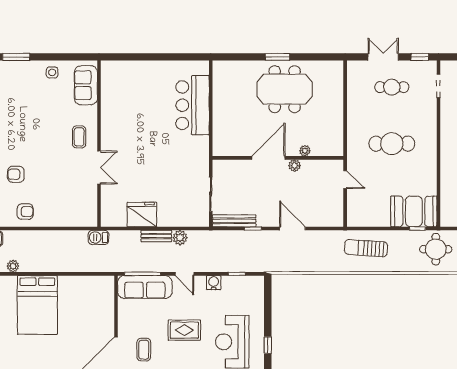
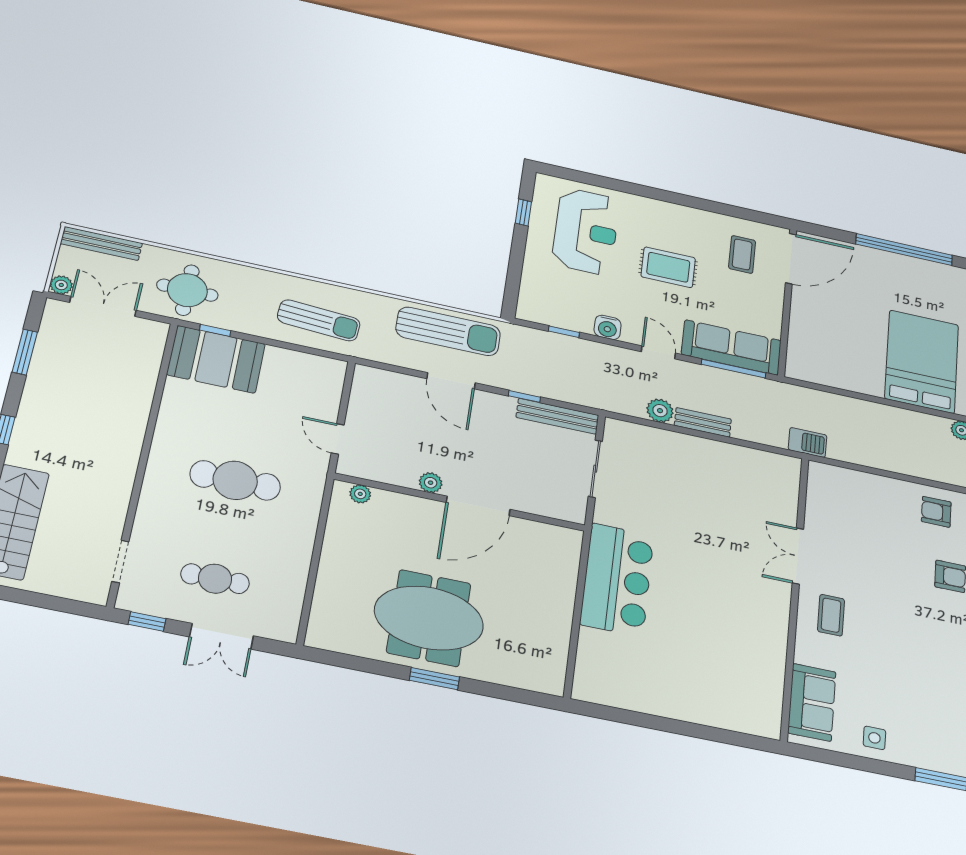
bar counter: (193, 105) -> (617, 580), moved
plant: (305, 151) -> (360, 494), moved
fridge: (142, 214) -> (726, 462), removed
sun lounger: (298, 258) -> (448, 331), added

